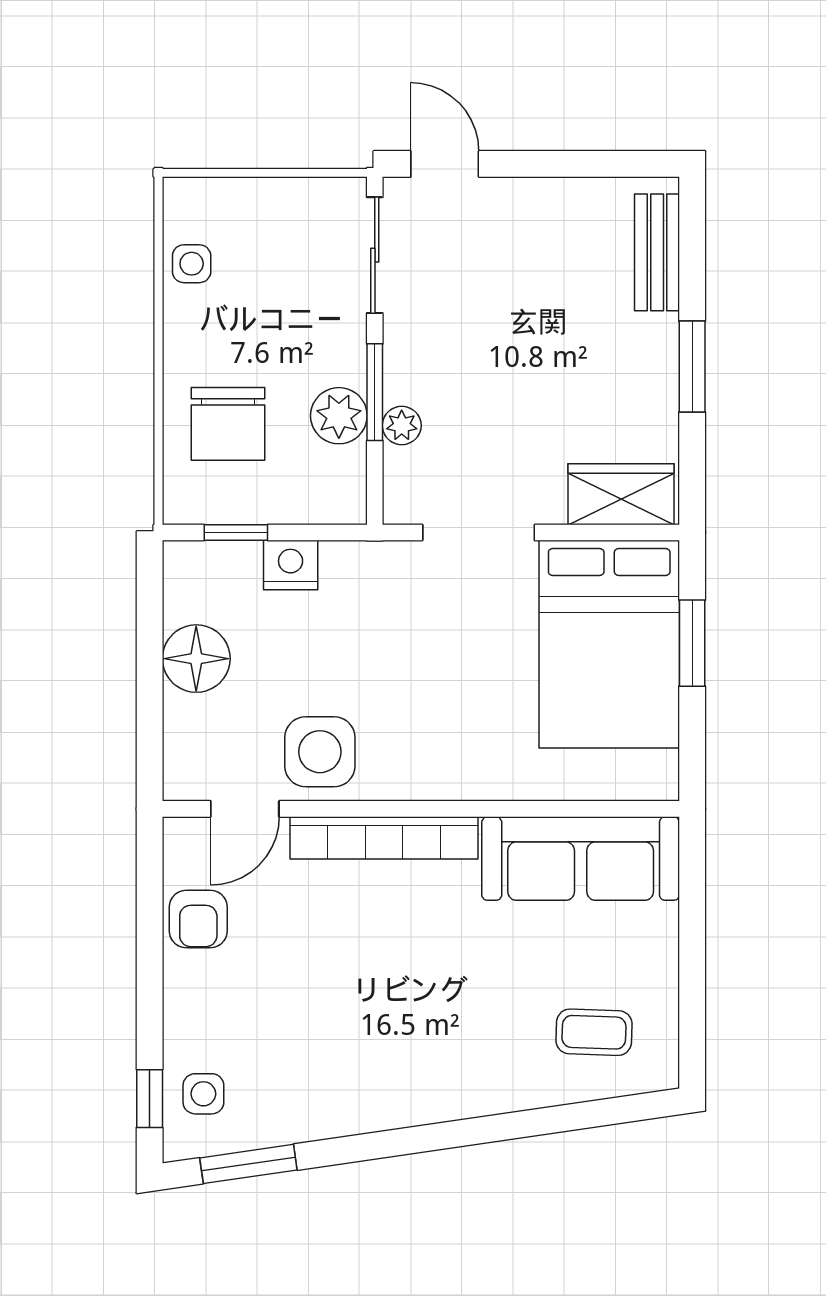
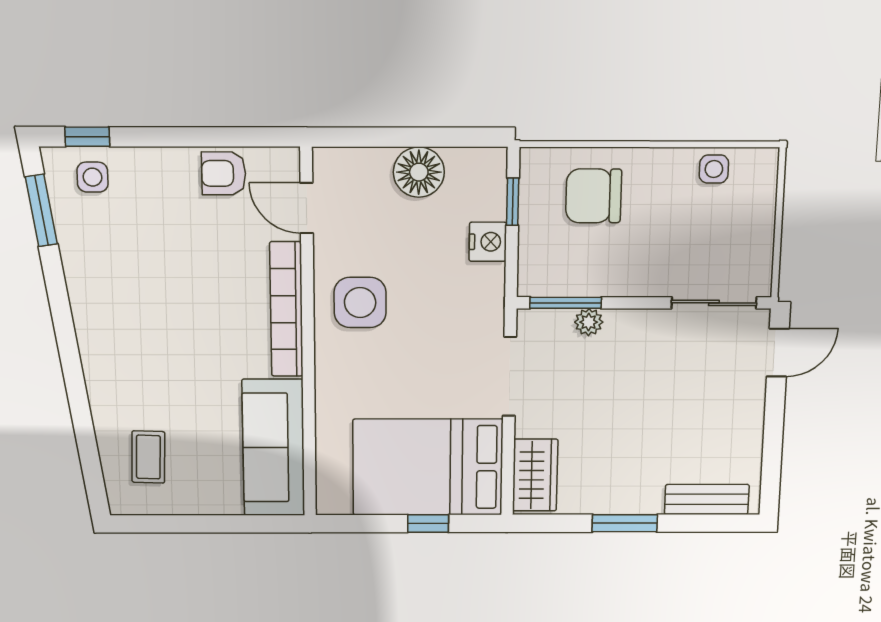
window: (375, 392) -> (566, 303), moved
plant: (339, 416) -> (597, 277), removed
window: (692, 643) -> (428, 523), width x0.67
side table: (320, 752) -> (360, 303), moved

